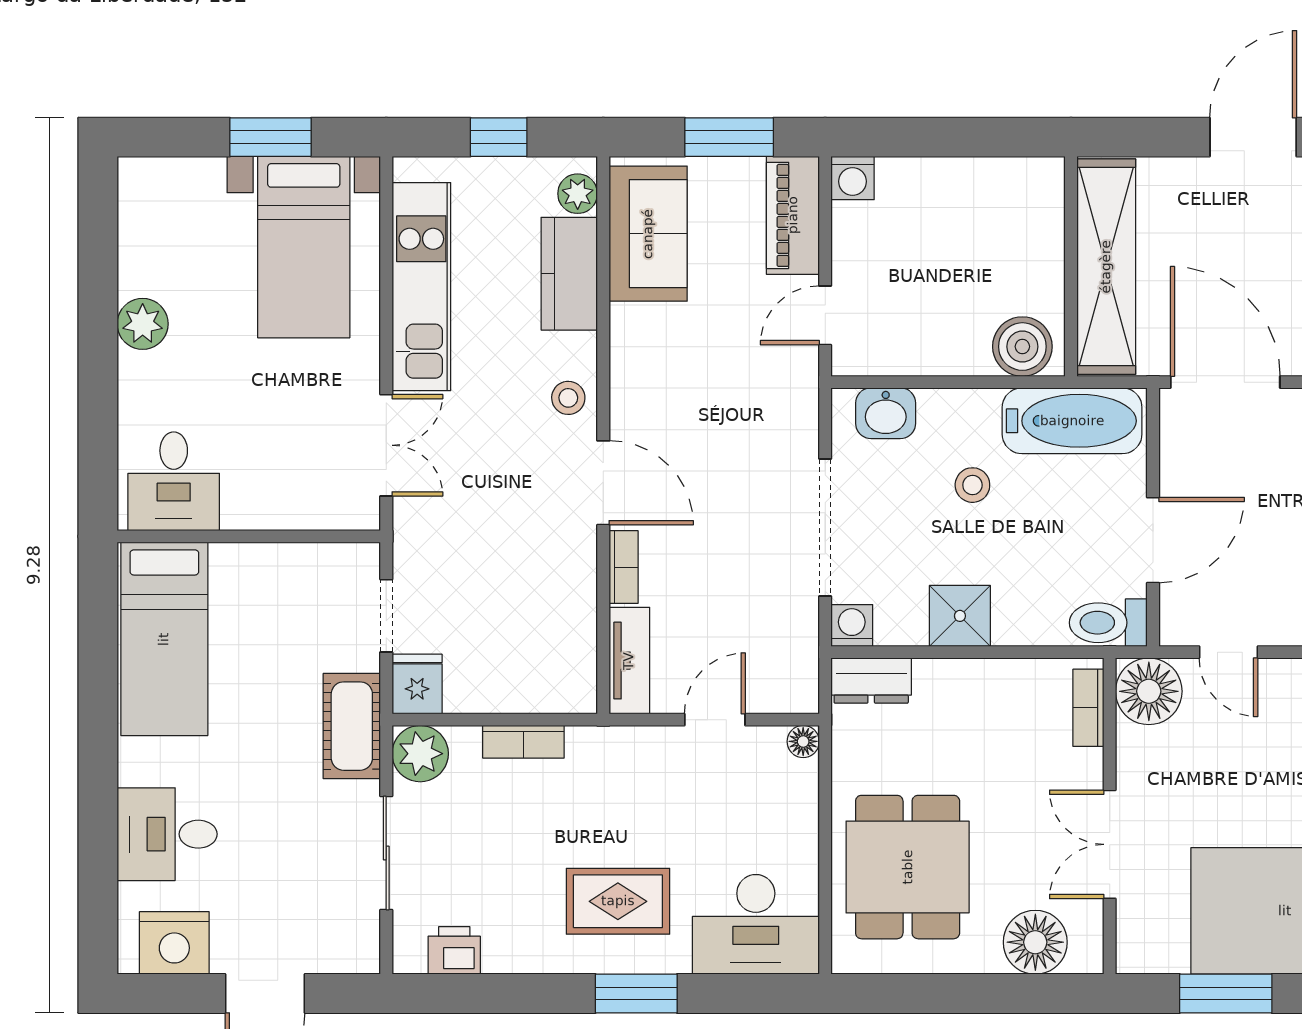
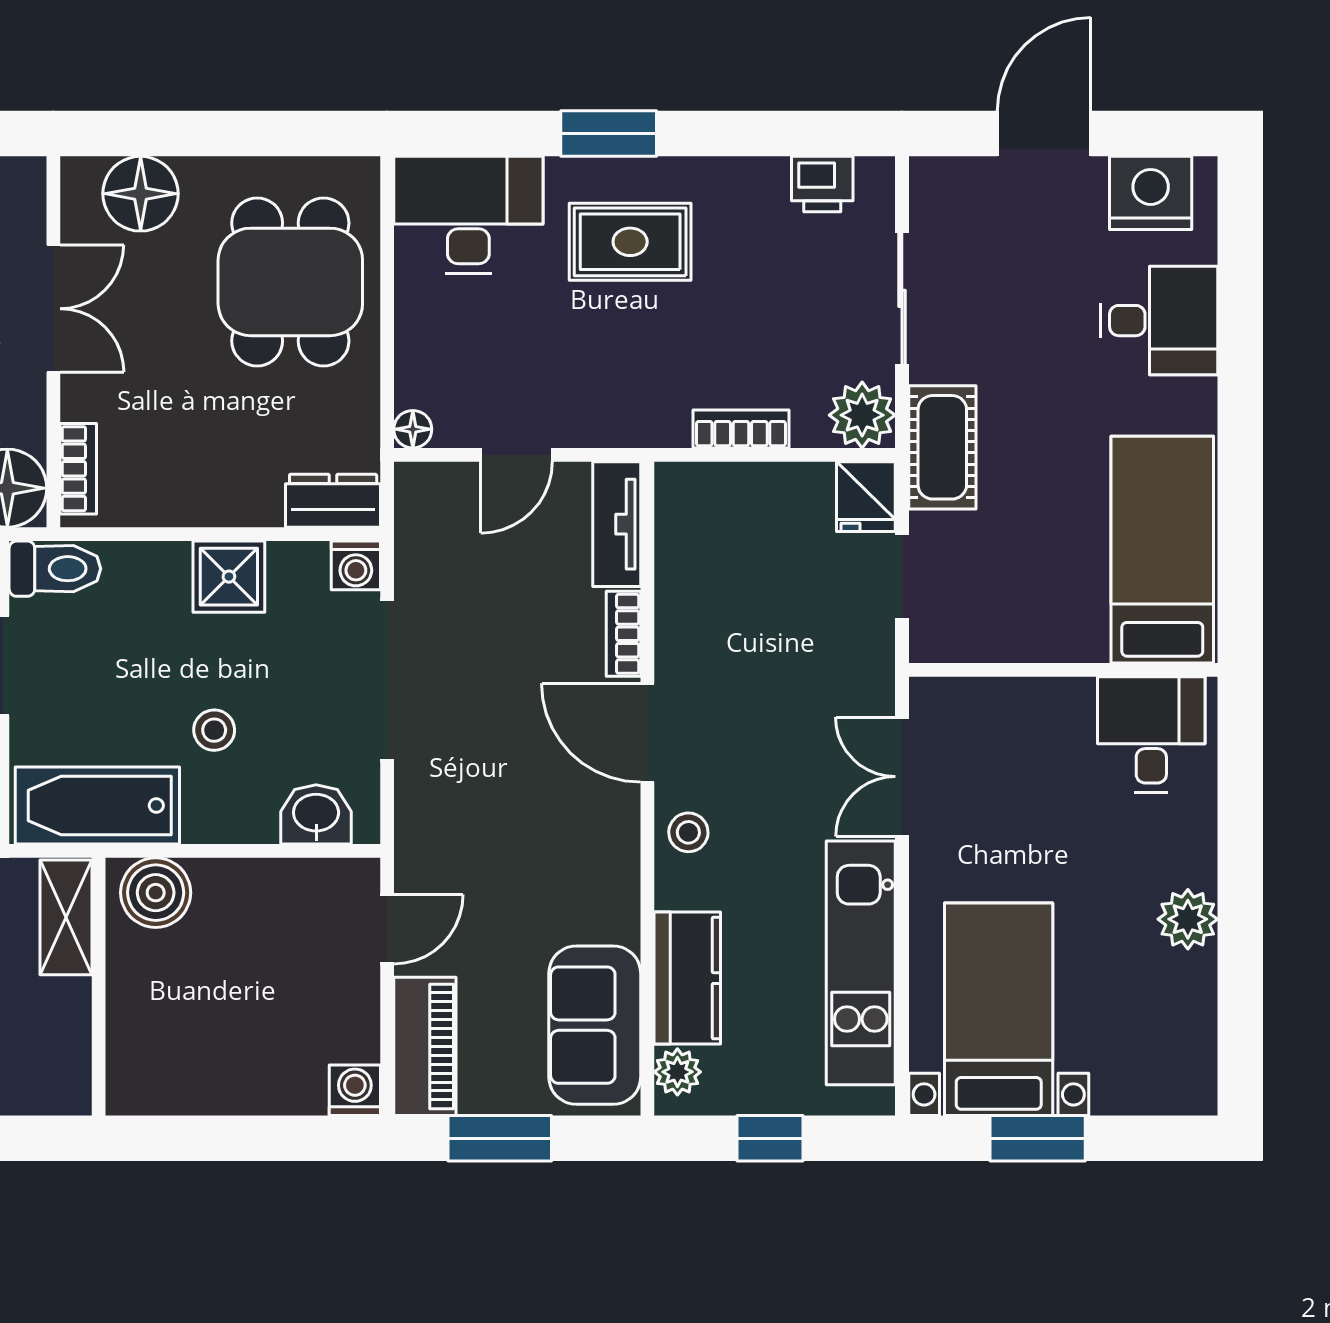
shelving: (1106, 267) -> (66, 917), width x0.45, depth x0.75

